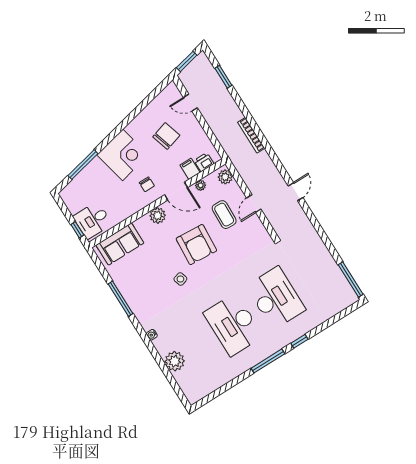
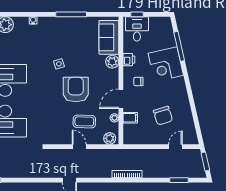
corner desk: (123, 155) -> (166, 64), moved
printer: (204, 162) -> (129, 60), moved
plant: (158, 216) -> (112, 62), moved
armchair: (196, 245) -> (76, 90), turned 86

